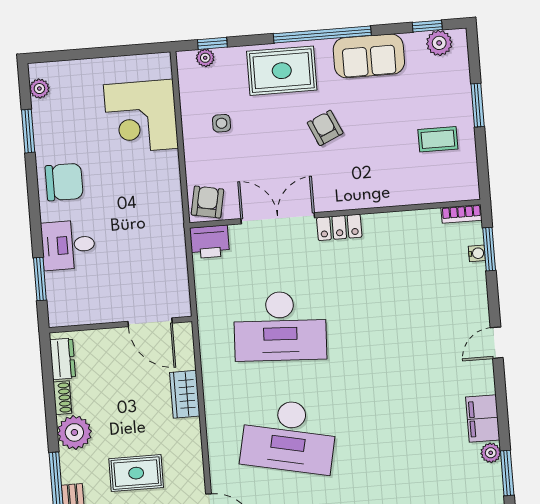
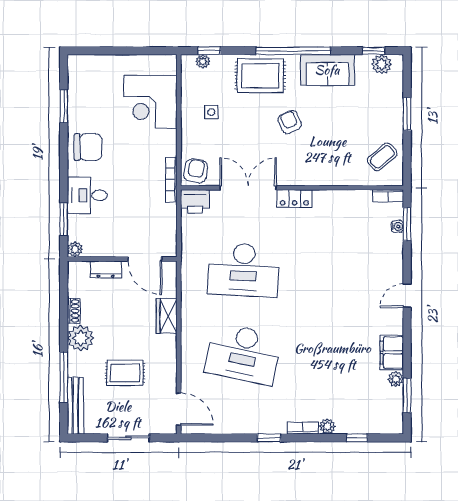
plant: (39, 89) -> (75, 249), moved
coffee table: (438, 139) -> (382, 157), moved, turned -40
bookcase: (176, 216) -> (171, 180), added
dresser: (63, 359) -> (106, 269), moved, turned 90

